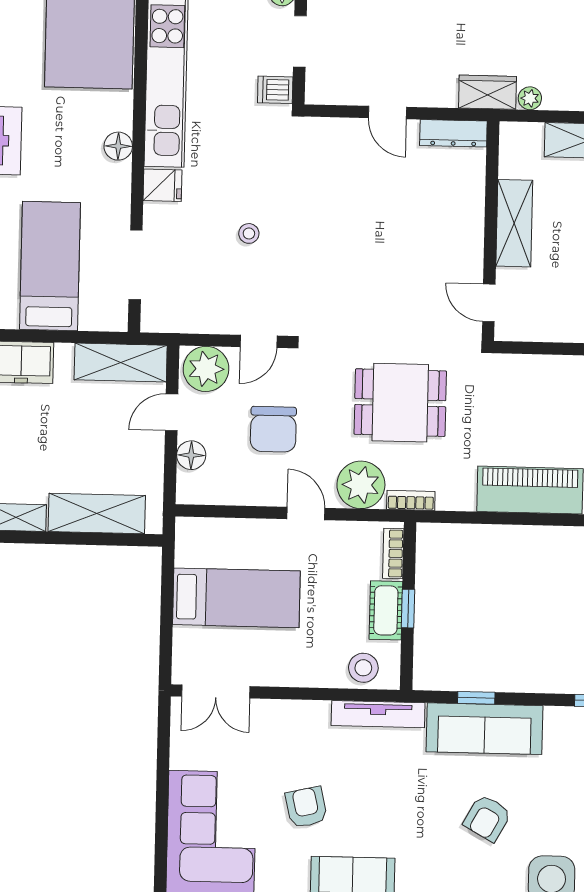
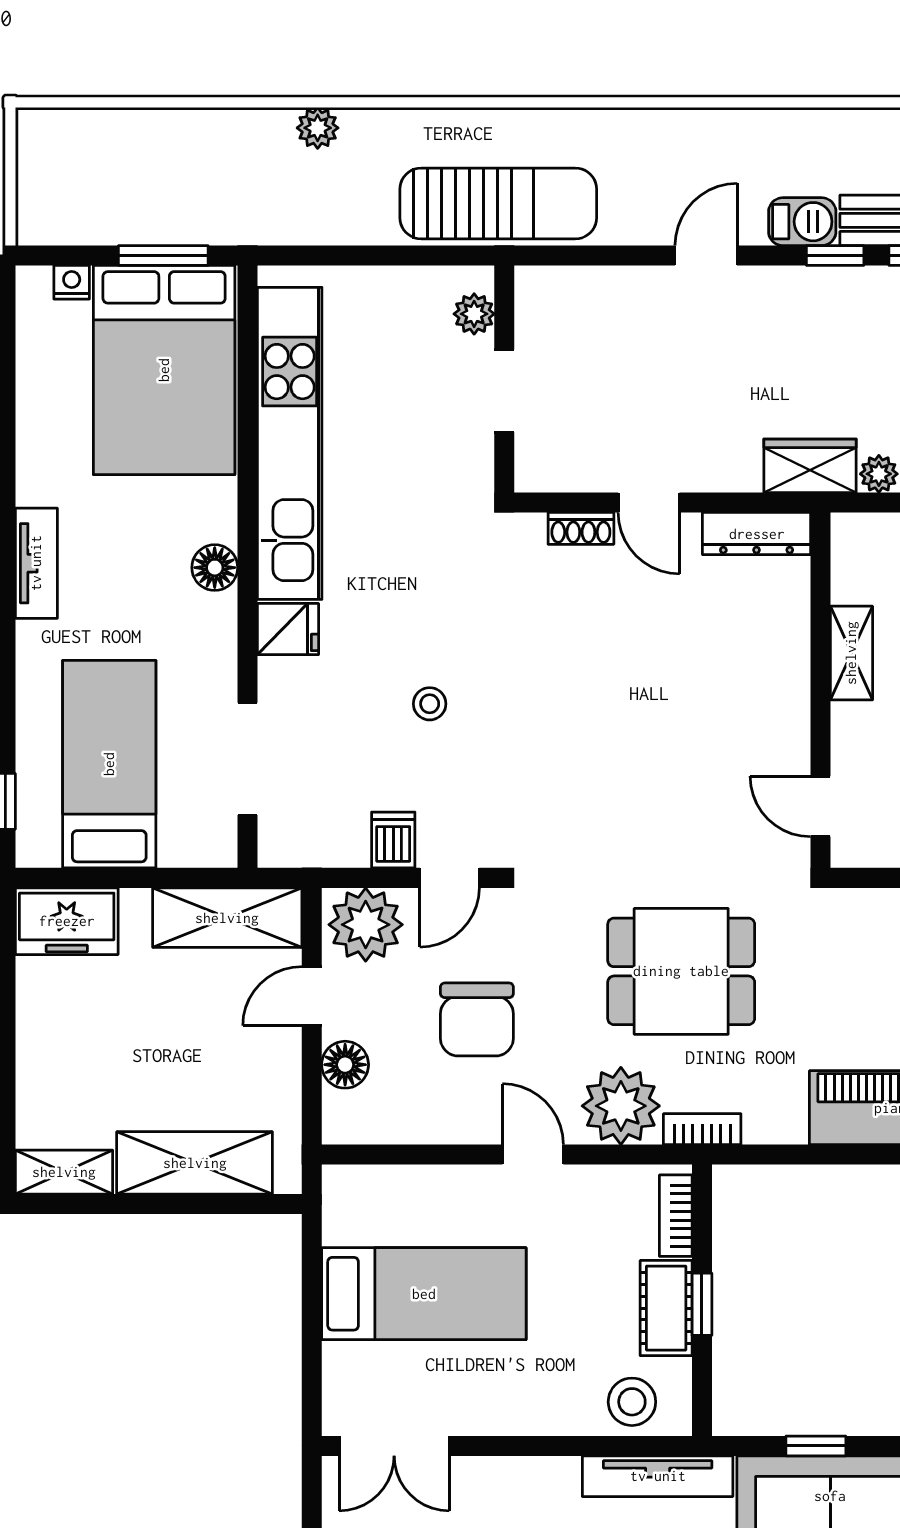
dishwasher: (275, 90) -> (393, 840), moved, turned 90
shoe rack: (345, 127) -> (581, 528), added
shelving: (514, 223) -> (851, 653), width x0.67, depth x0.75

